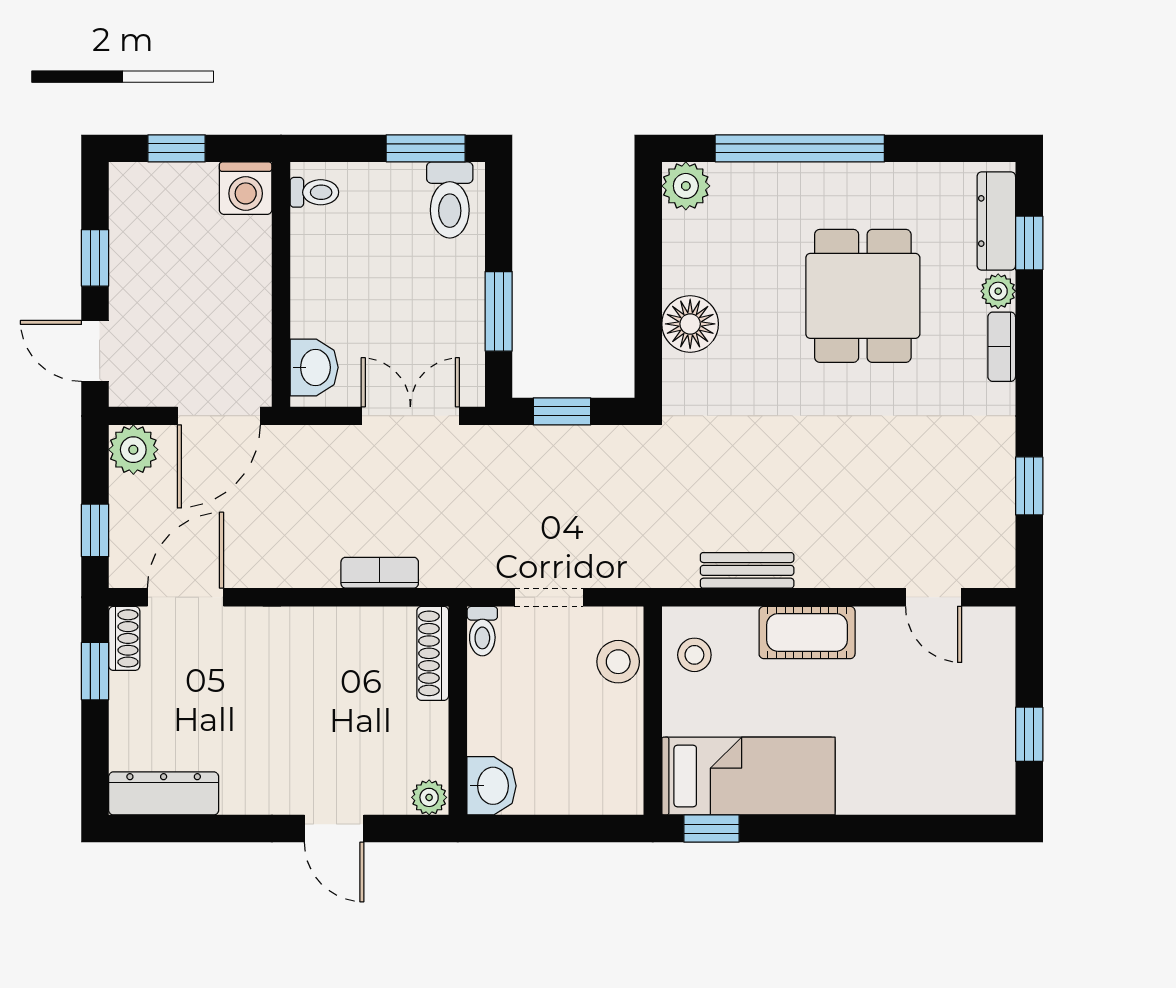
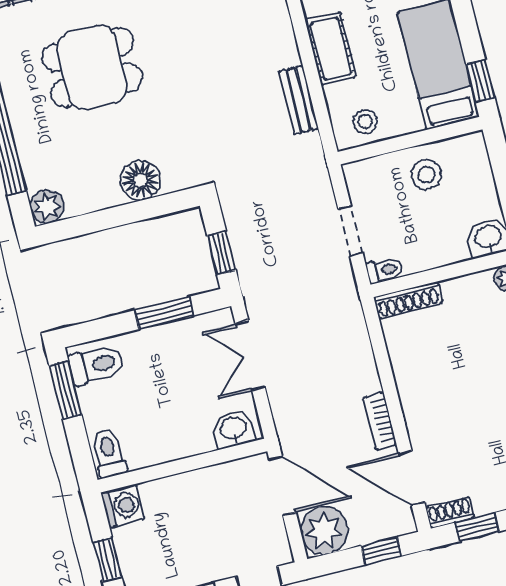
toilet: (314, 192) -> (109, 453), width x1.37, depth x1.39
plant: (133, 450) -> (324, 531), width x1.36, depth x1.36
bookcase: (380, 573) -> (380, 421), moved
stool: (618, 662) -> (426, 175), moved

